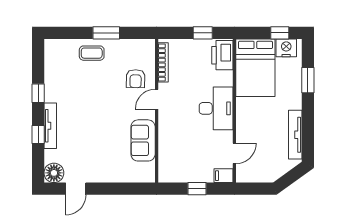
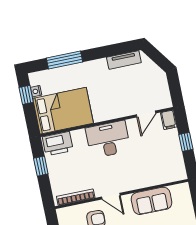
nightstand: (286, 48) -> (36, 91), width x0.53, depth x0.56
window: (308, 80) -> (65, 60), width x1.44
tv unit: (295, 135) -> (124, 60), width x0.71
door: (234, 153) -> (146, 114), swing flipped

